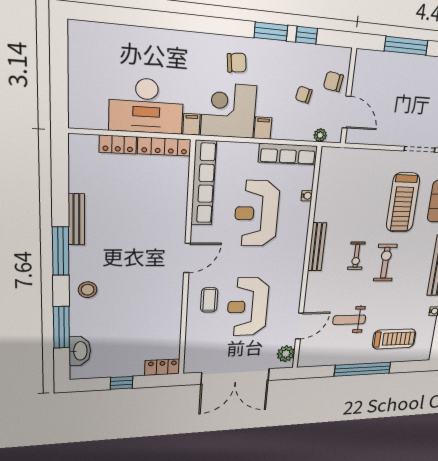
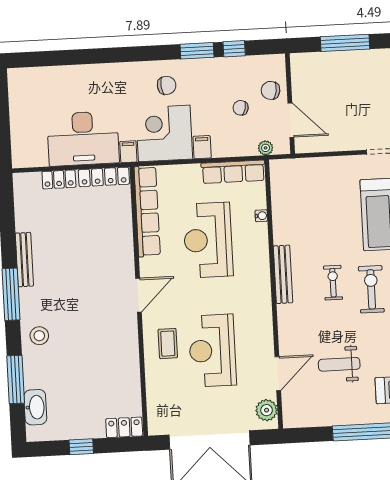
exercise bike: (356, 256) -> (333, 283), turned 180

